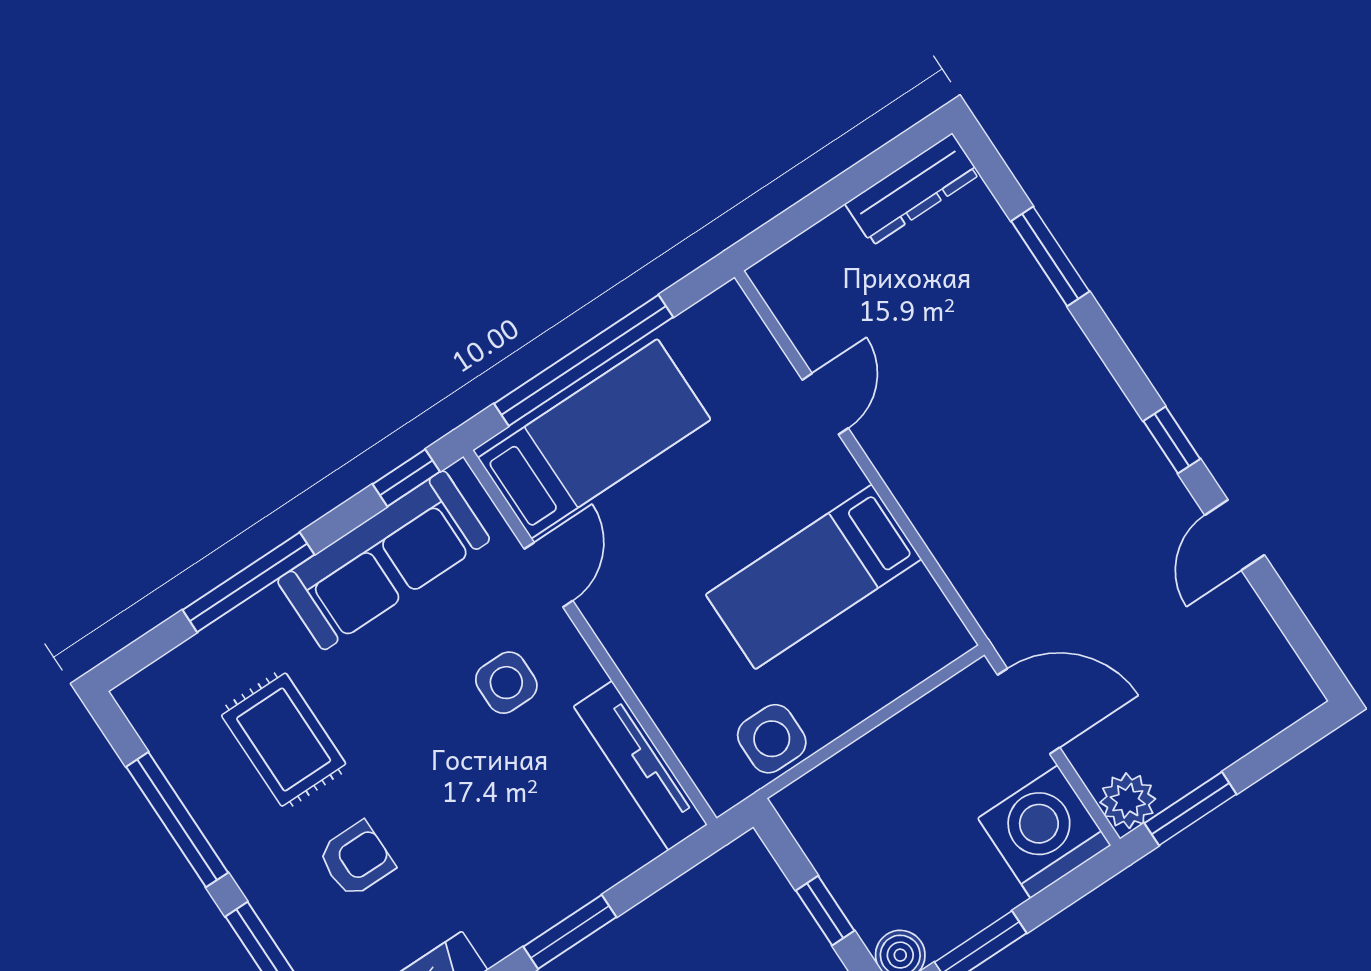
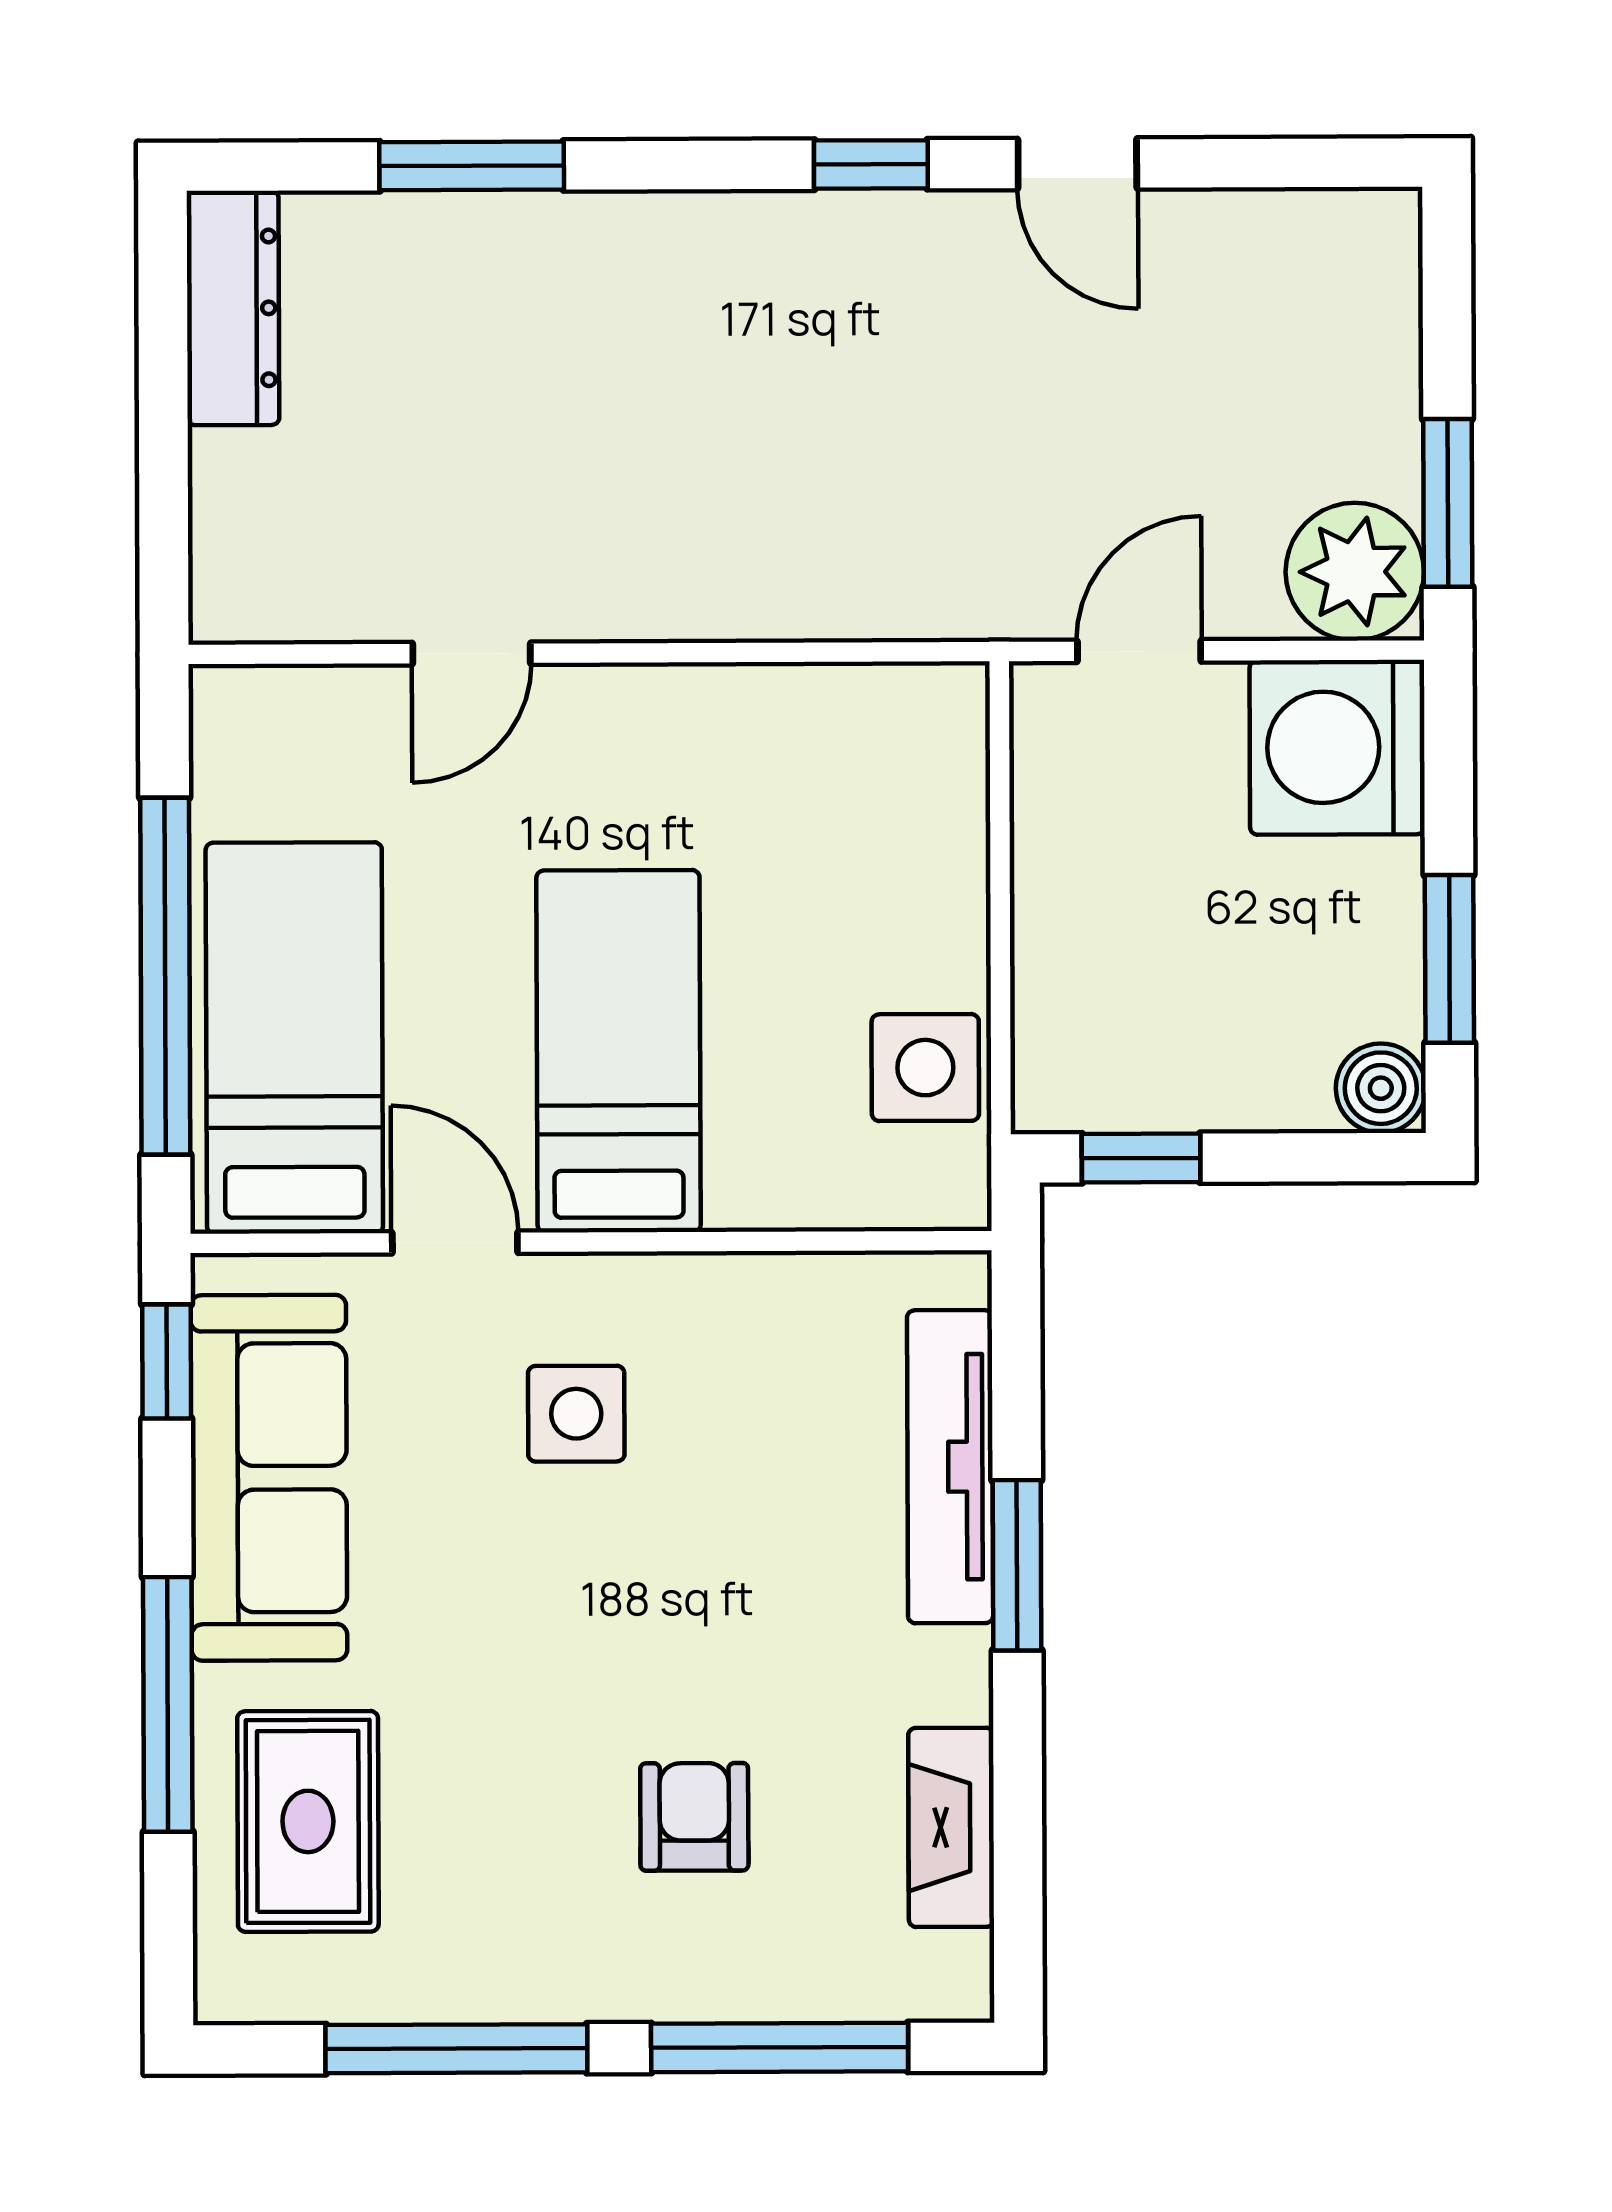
door: (825, 404) -> (472, 653), swing flipped
bed: (813, 577) -> (619, 1051), moved, turned 180
door: (1029, 711) -> (1139, 651), width x0.73
rug: (284, 740) -> (308, 1821), moved, turned 90
tv unit: (640, 766) -> (950, 1467), moved, turned 90
plant: (1128, 801) -> (1355, 572), width x1.36, depth x1.36
window: (825, 911) -> (1141, 1158), moved

